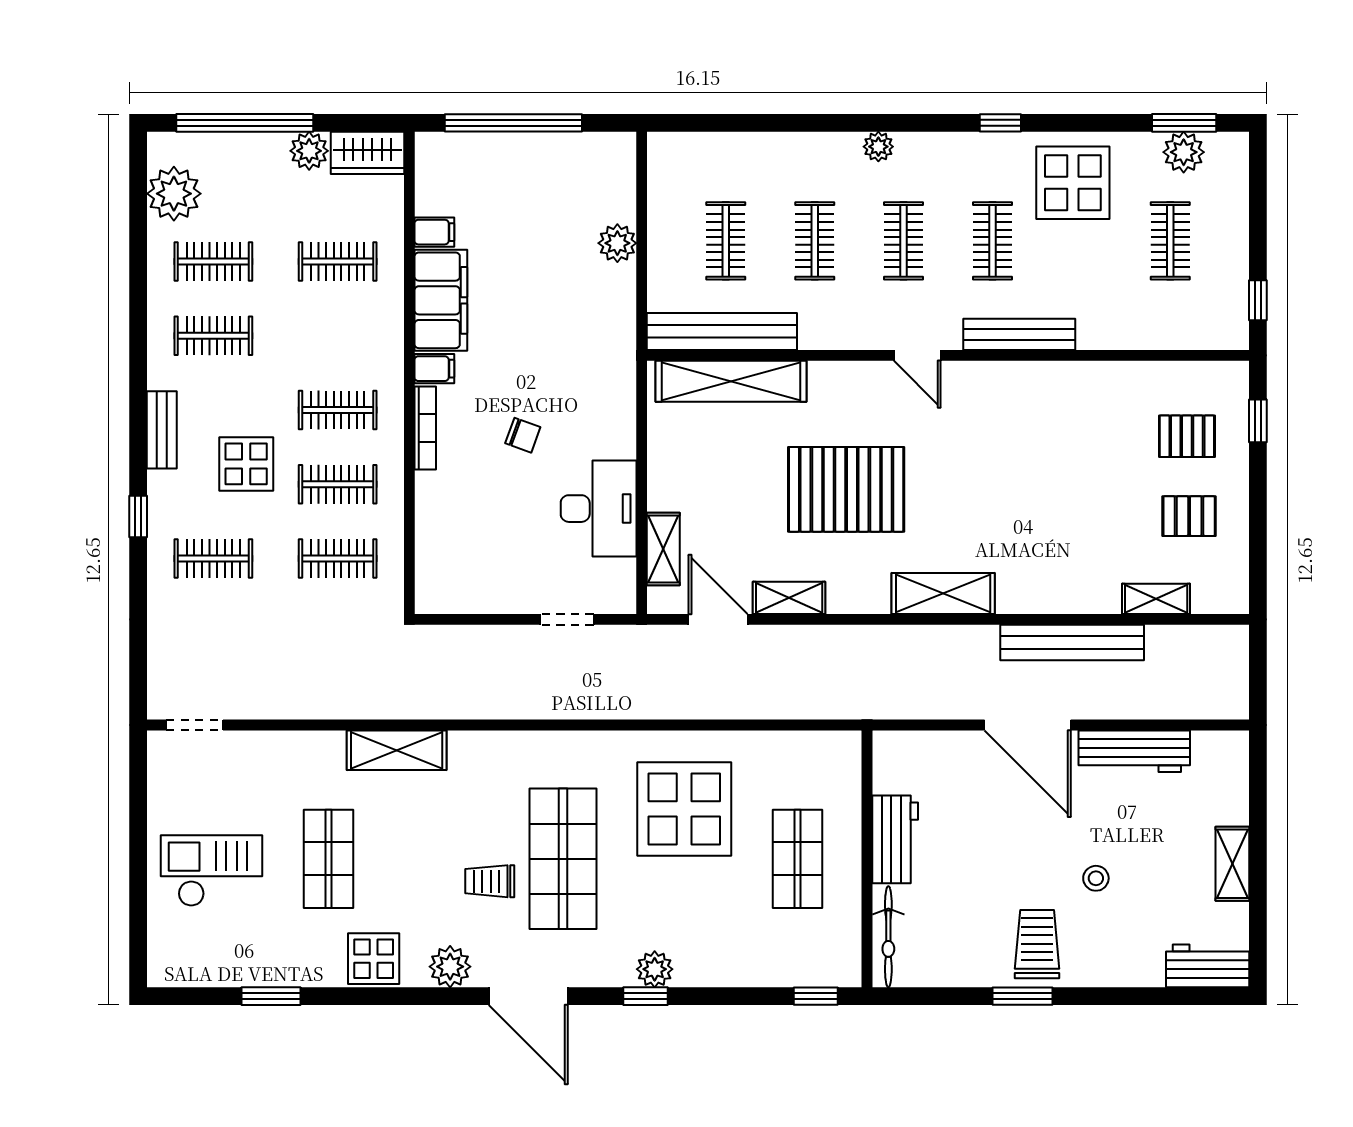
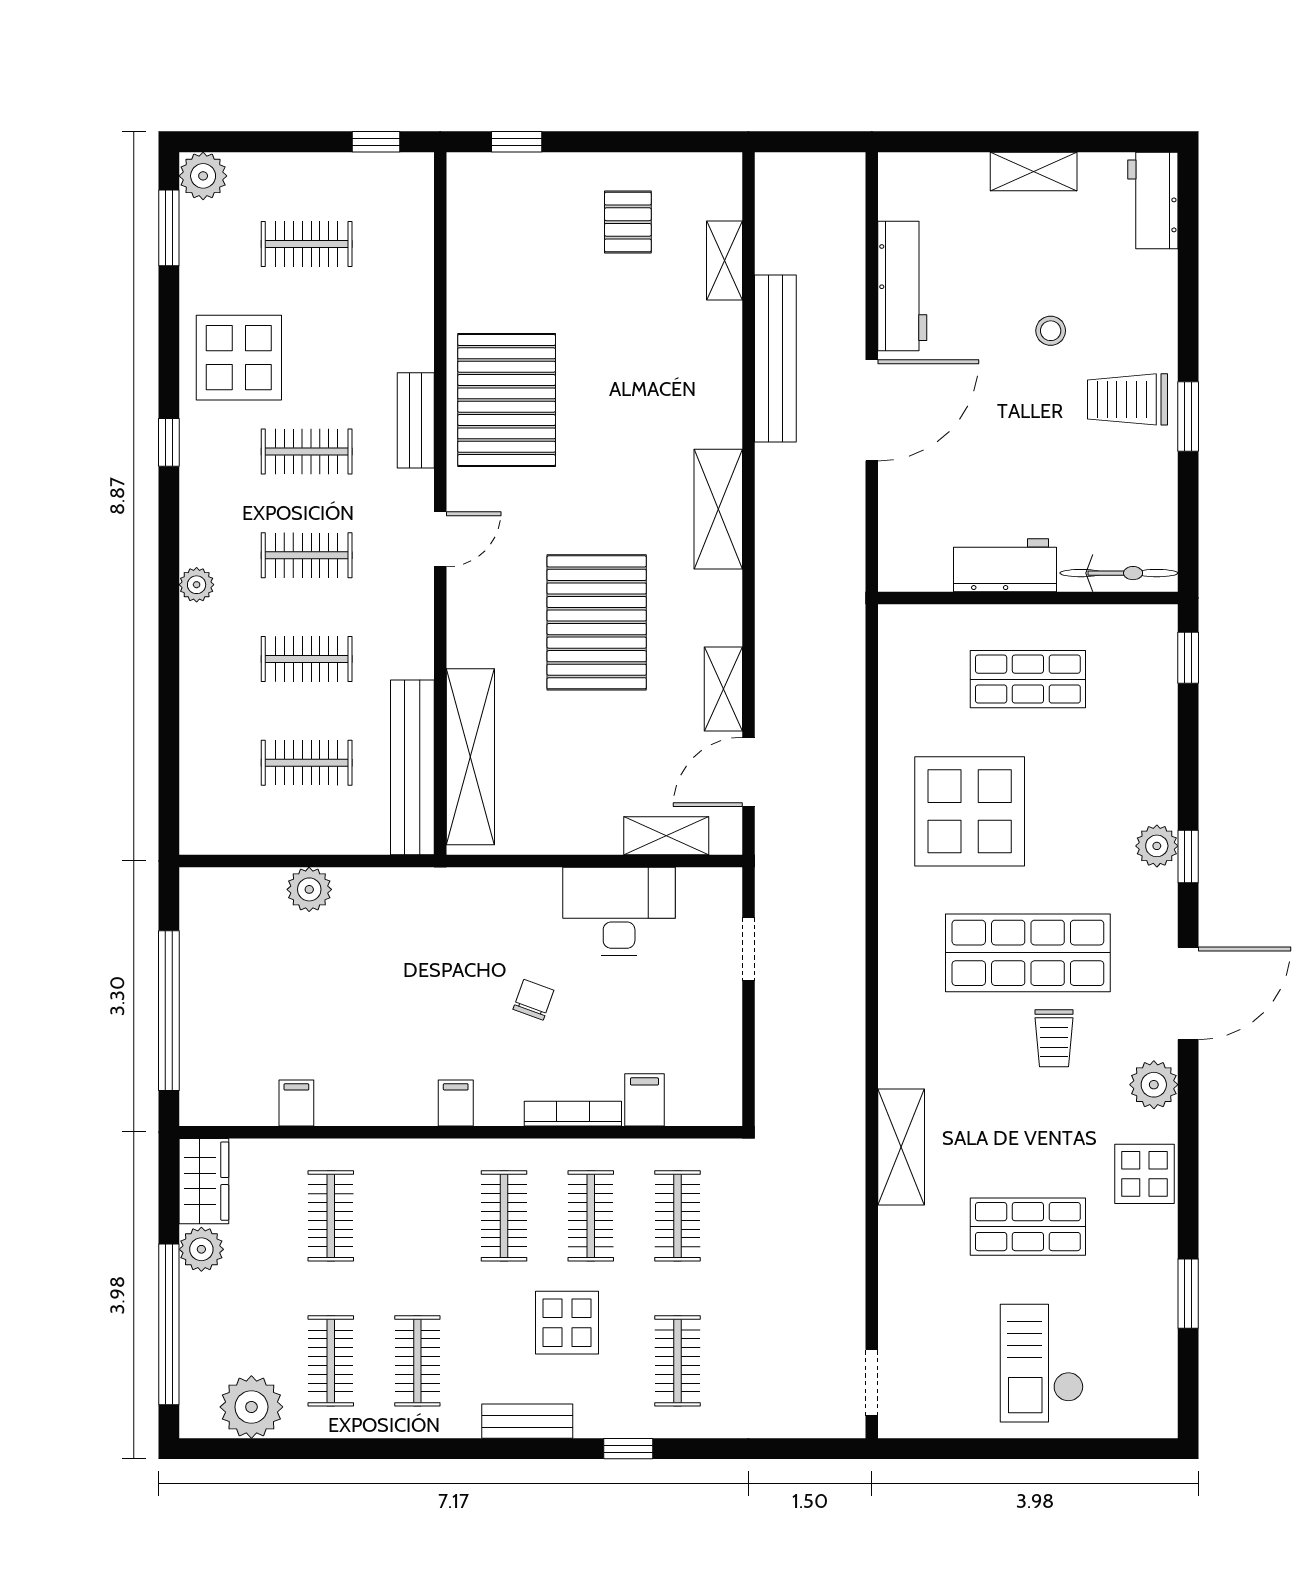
plant: (1184, 152) -> (203, 176), moved
filing cabinet: (441, 300) -> (644, 1100), moved, width x0.33, depth x0.86
bench: (1019, 334) -> (416, 420), width x0.73
bookcase: (425, 428) -> (573, 1114), moved
pallet: (1187, 436) -> (507, 400), moved, width x2.05, depth x2.00

